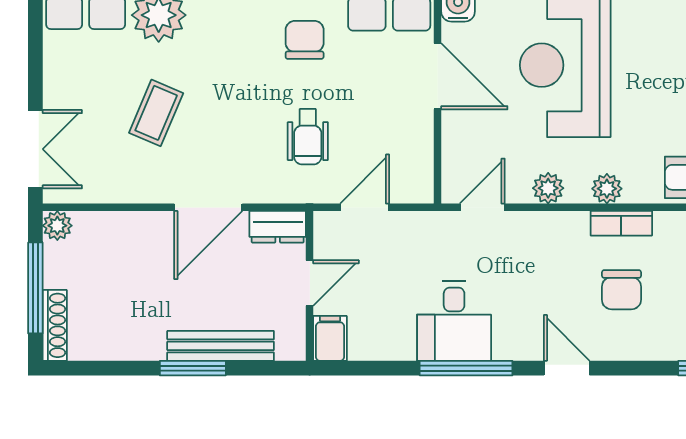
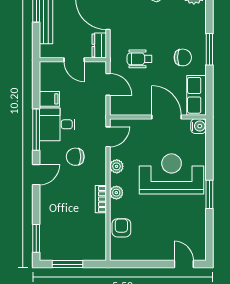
door: (438, 76) -> (167, 117), swing flipped
door: (482, 207) -> (108, 137), hinge flipped
chair: (621, 290) -> (75, 157), moved
filing cabinet: (330, 338) -> (49, 99), moved

